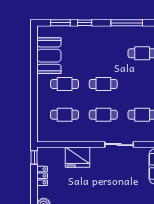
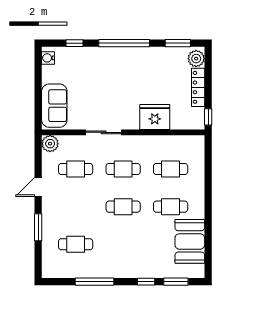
locker: (42, 176) -> (198, 87), width x1.53

